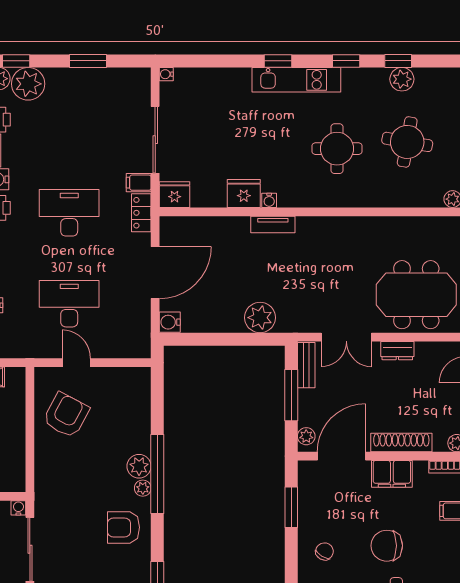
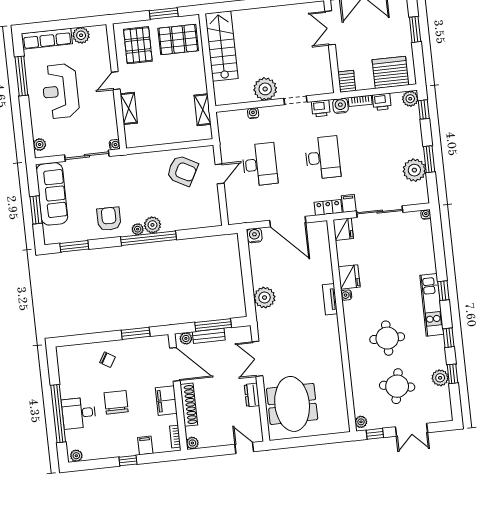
plant: (28, 84) -> (414, 170), moved
bench: (306, 365) -> (209, 336), moved

